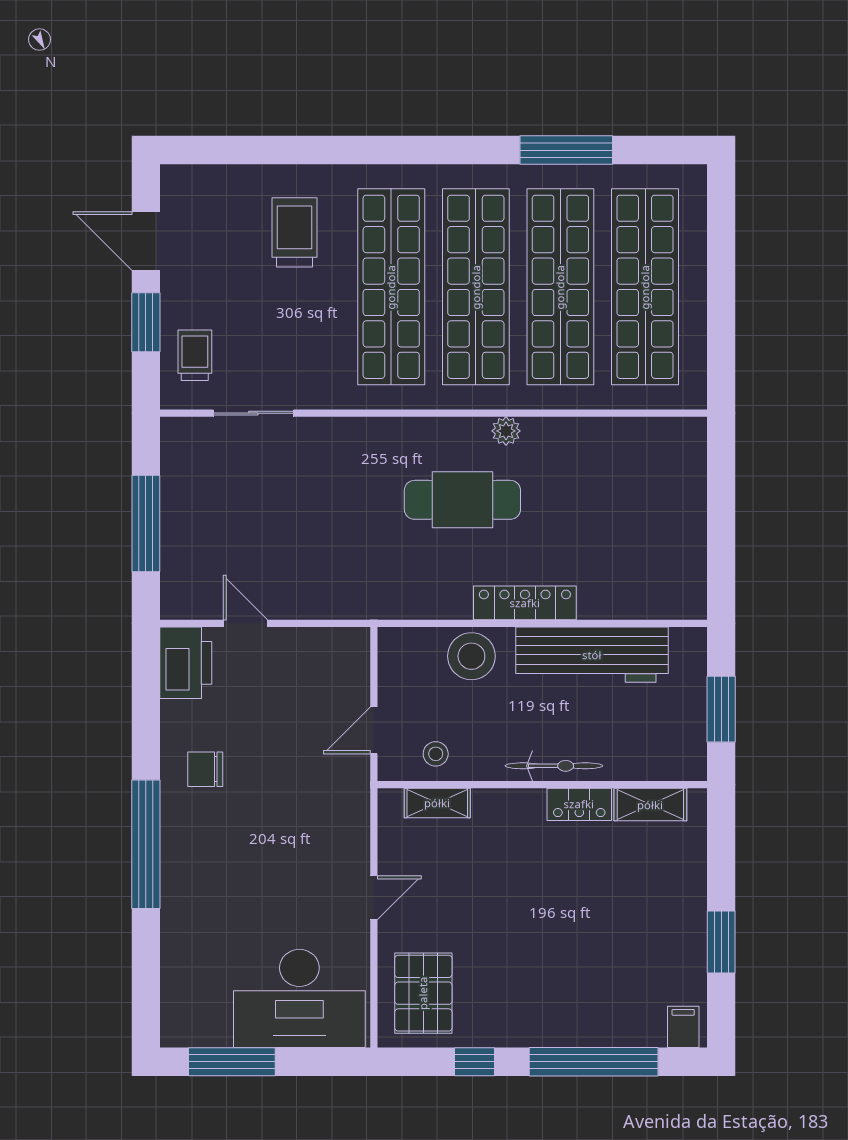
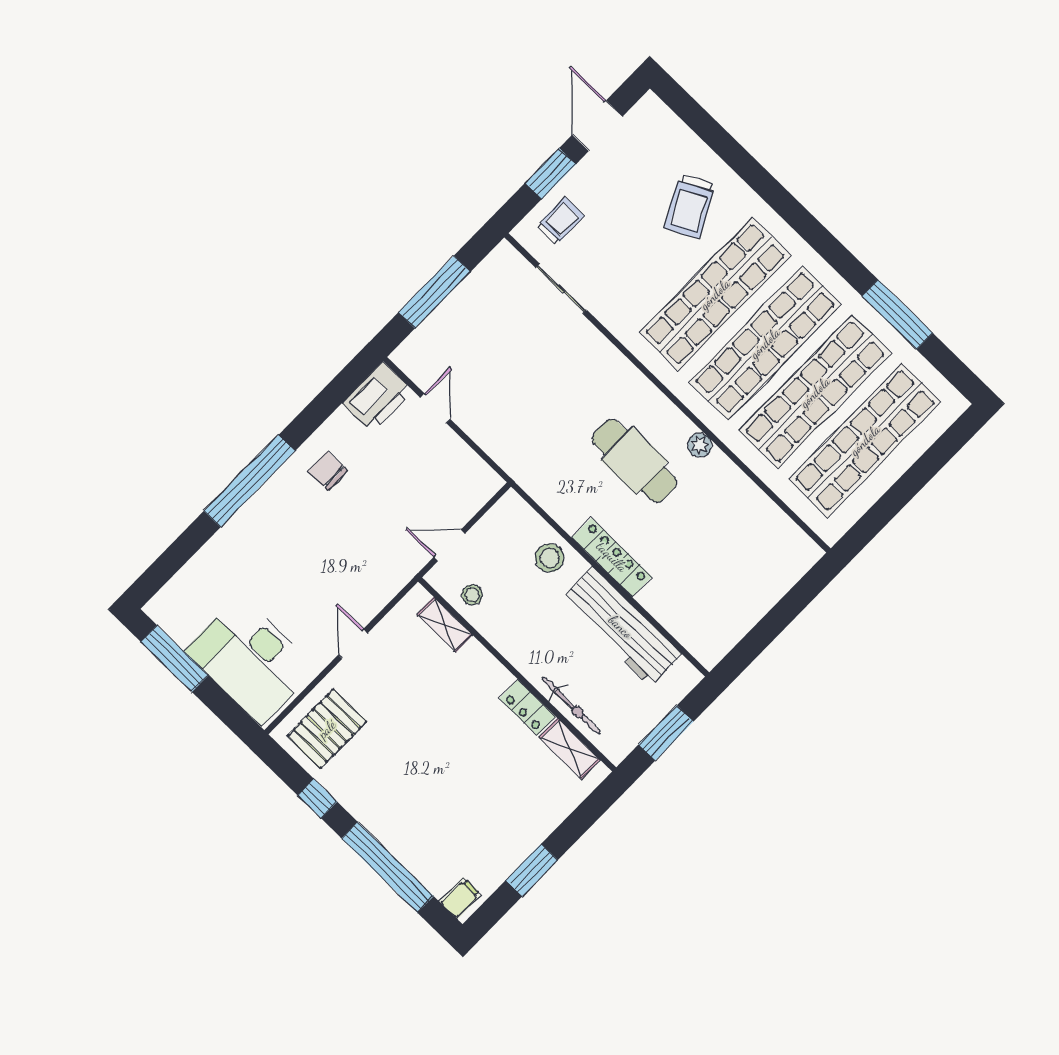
trolley: (294, 232) -> (690, 206), turned 152
stool: (471, 656) -> (550, 558), width x0.73, depth x0.73
bicycle: (554, 766) -> (571, 705), moved
door: (374, 898) -> (353, 644), swing flipped

